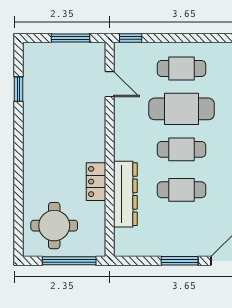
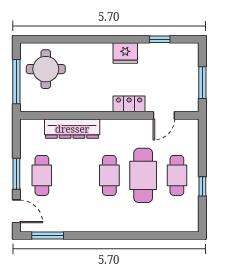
window: (131, 38) -> (202, 186), moved
fridge: (35, 130) -> (125, 53), added
locker: (96, 182) -> (129, 104), moved
cafe table: (182, 190) -> (42, 175), moved

